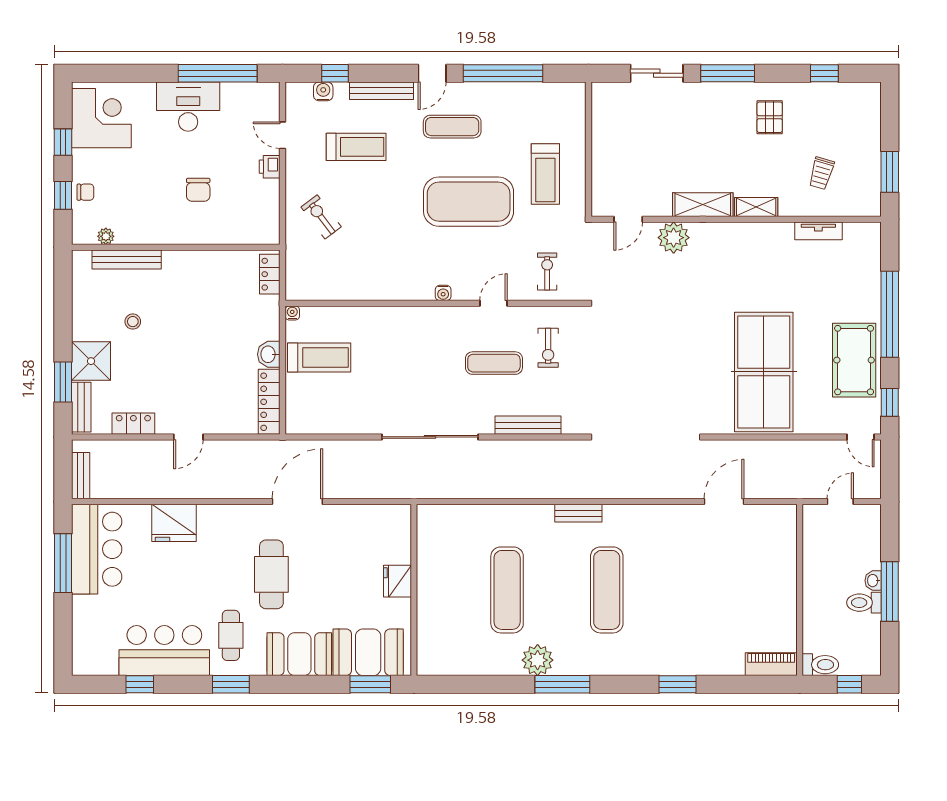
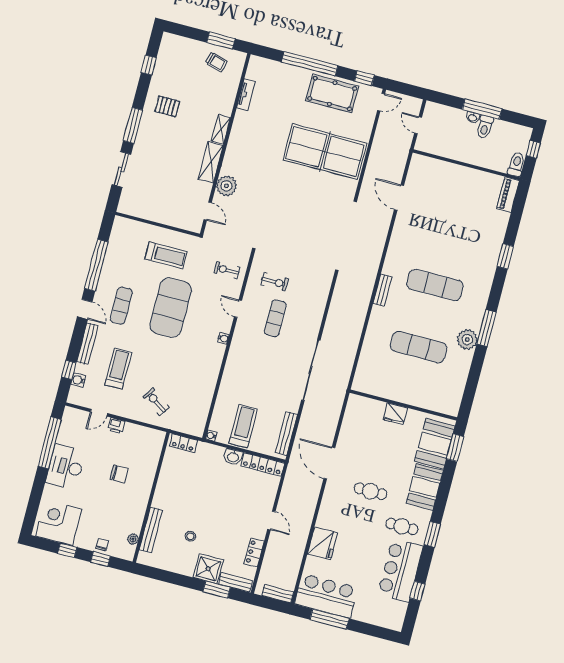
trolley: (821, 173) -> (216, 62), moved
exercise bike: (321, 217) -> (156, 402), turned 72
bench: (528, 425) -> (286, 433), moved
cafe table: (271, 574) -> (370, 491), width x0.73, depth x0.74

